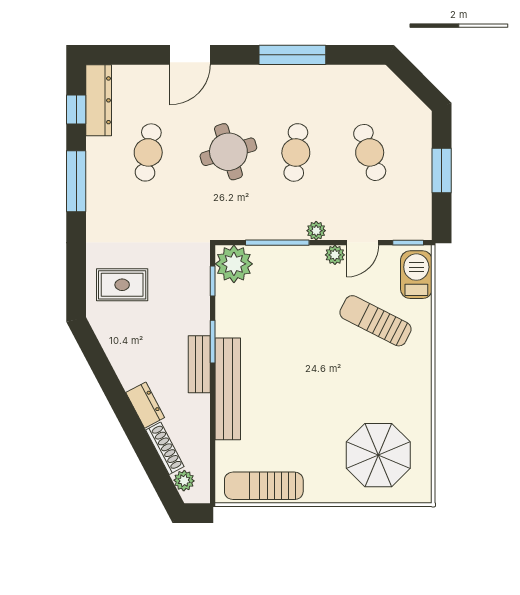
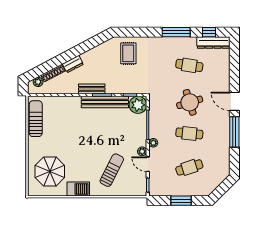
door: (190, 55) -> (234, 101), moved
barbecue: (416, 275) -> (78, 189), moved
bench: (228, 389) -> (105, 102), moved

